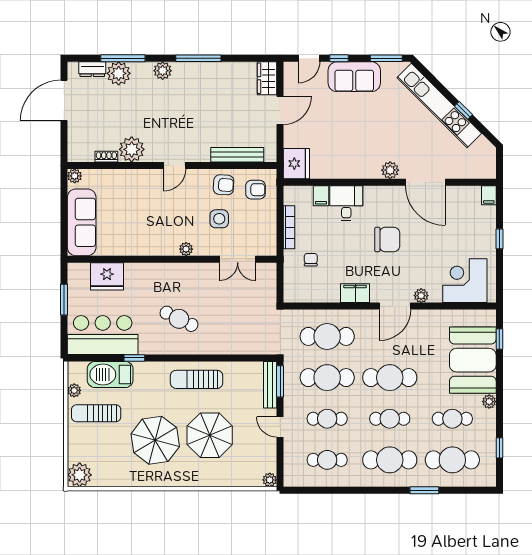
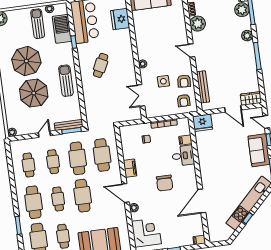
plant: (390, 170) -> (206, 179), removed

